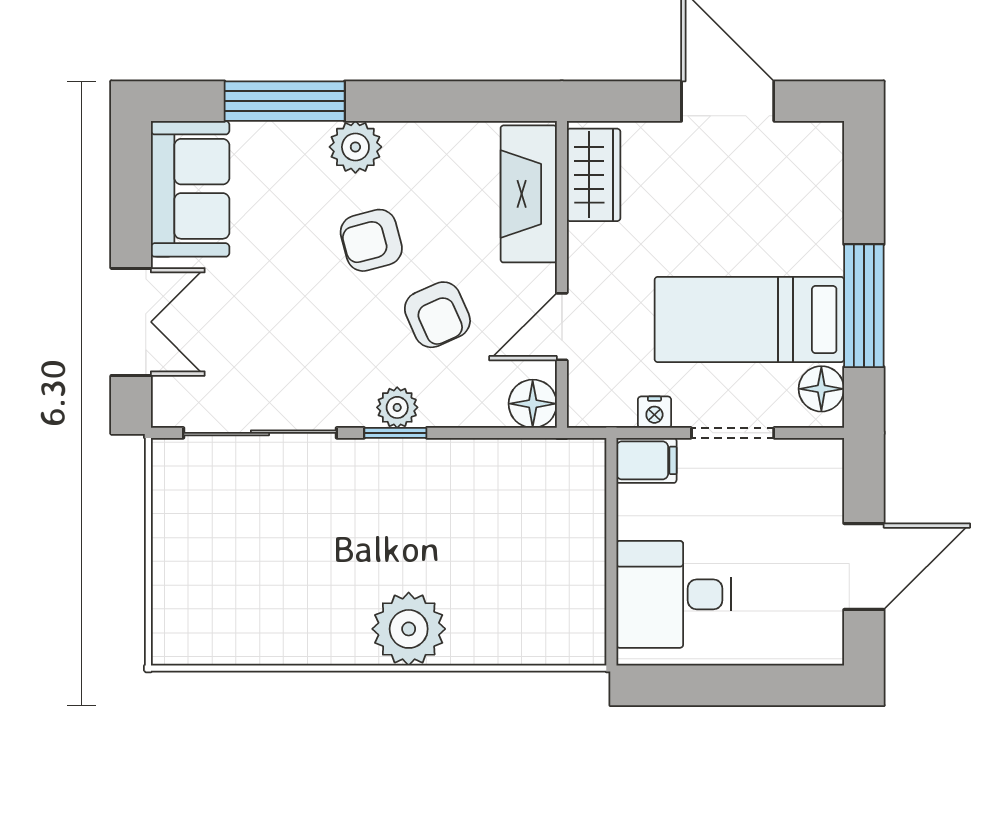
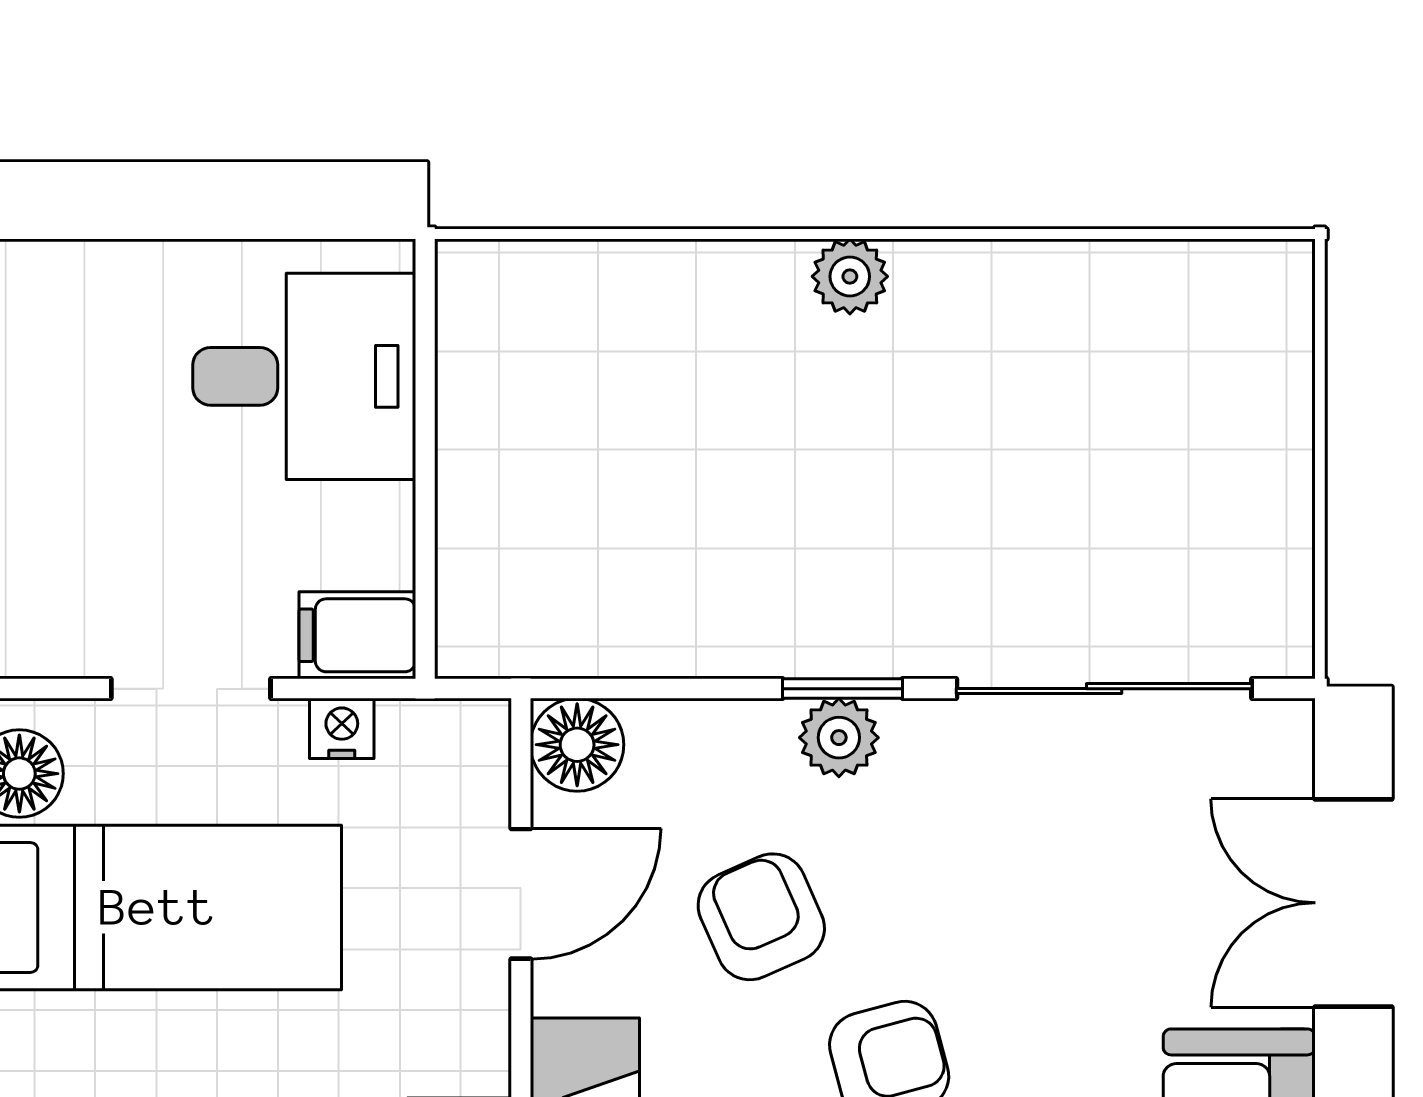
plant: (409, 629) -> (850, 276), width x0.53, depth x0.53

